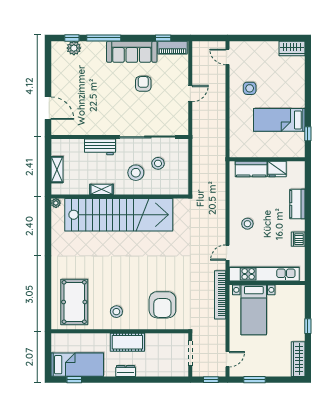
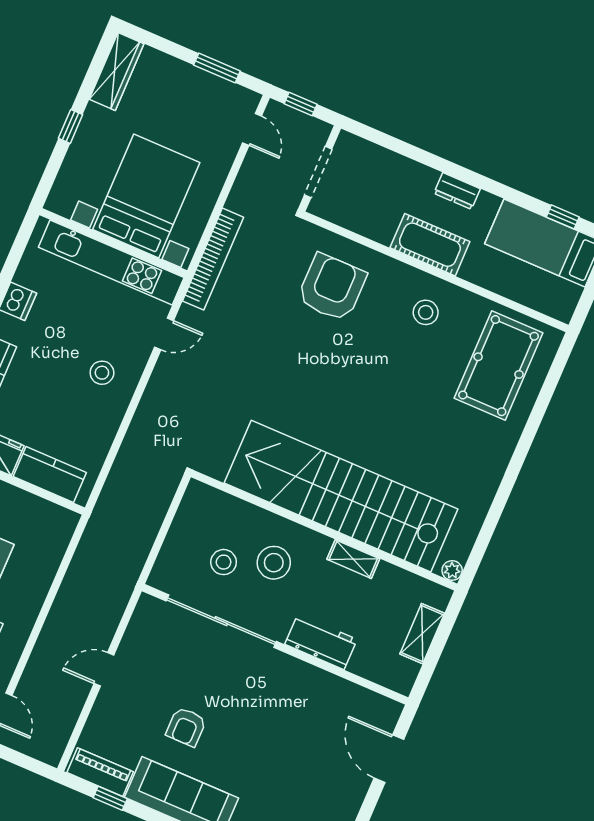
bed with nightstands: (254, 310) -> (146, 196), width x1.36
door: (227, 359) -> (252, 129), swing flipped

